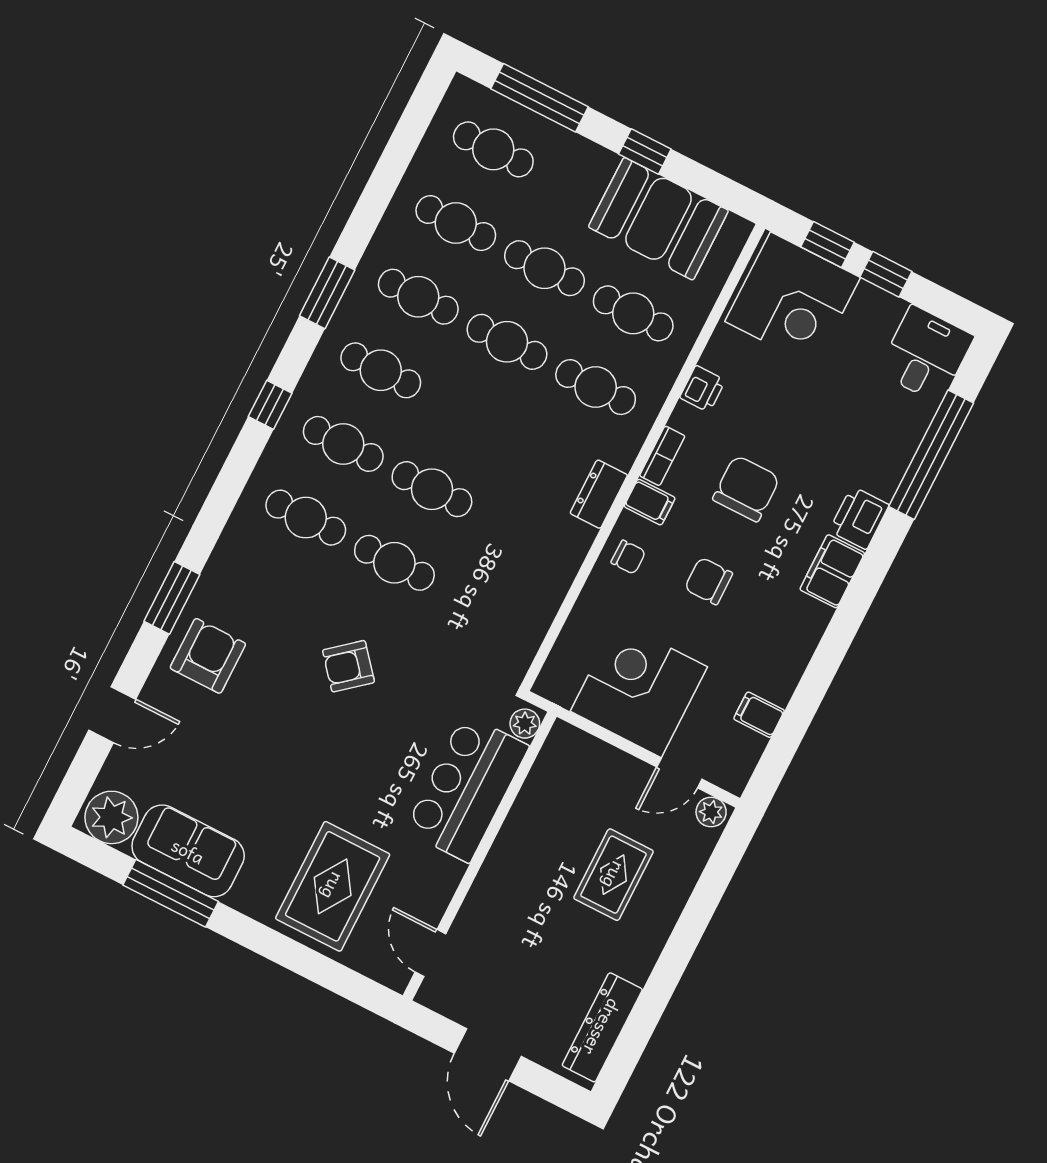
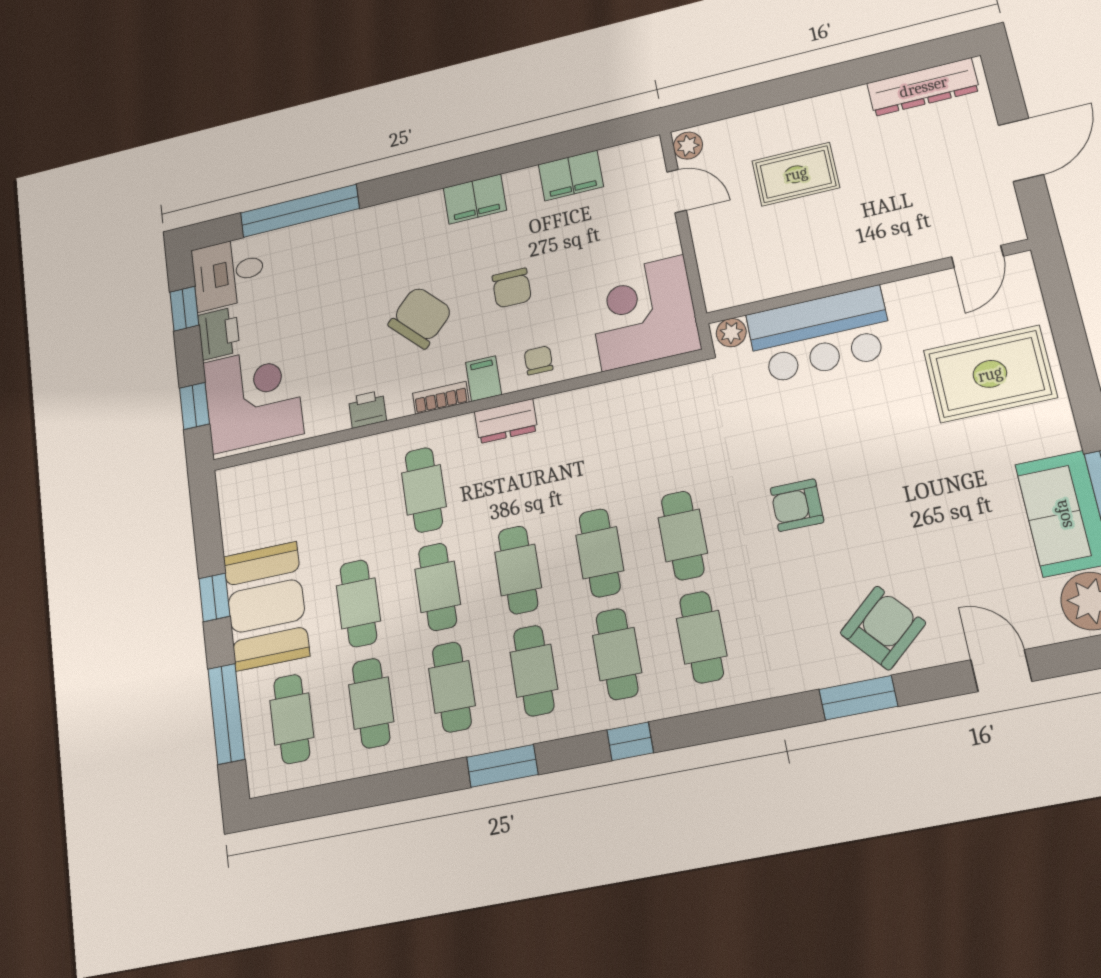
booth: (658, 219) -> (266, 606), moved
window: (886, 274) -> (184, 309), moved
cafe table: (633, 313) -> (518, 570), moved
chair: (746, 488) -> (420, 317), turned 135
printer: (859, 518) -> (219, 333), moved, turned -90
filing cabinet: (832, 571) -> (475, 199), moved
armchair: (208, 656) -> (883, 628), turned 139
armchair: (348, 666) -> (797, 505), turned 130
corner desk: (639, 689) -> (643, 313), moved, turned 90
filing cabinet: (759, 715) -> (571, 176), width x2.00

